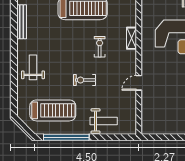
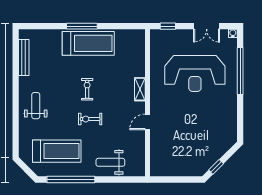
shelving: (132, 38) -> (140, 89), moved
exercise bike: (100, 47) -> (87, 89), moved
weight bench: (104, 121) -> (110, 162), turned 180

